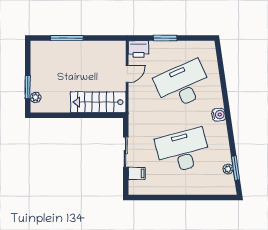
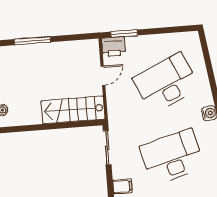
window: (165, 38) -> (124, 34), moved
sliding door: (126, 152) -> (107, 148), moved

